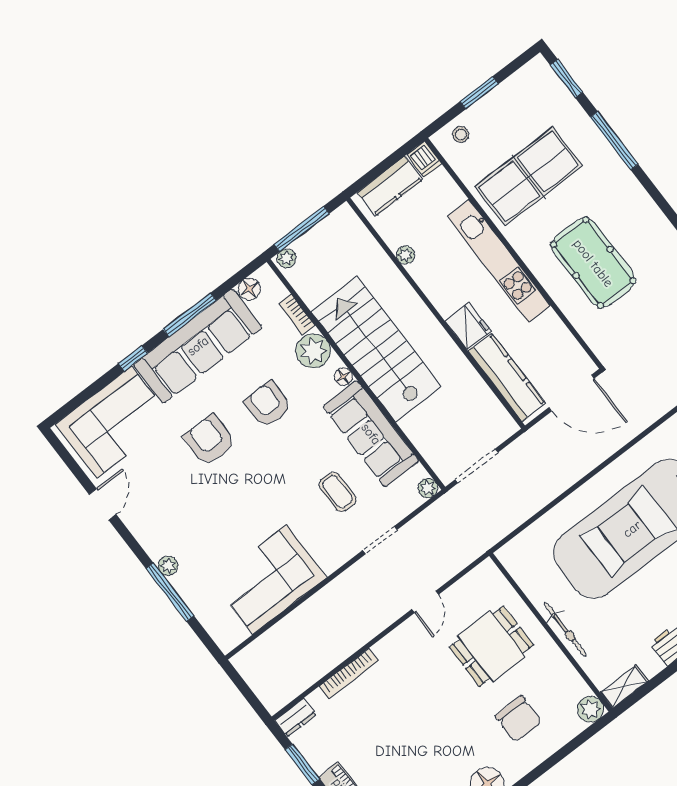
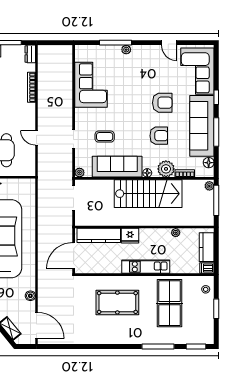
kitchen unit: (499, 261) -> (146, 267), width x0.73

